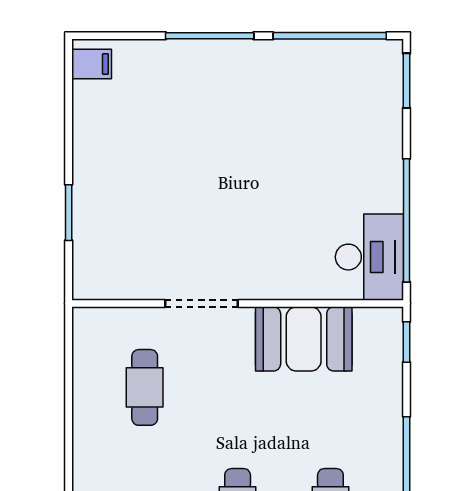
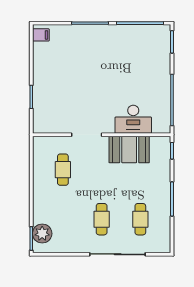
desk: (369, 257) -> (133, 119), moved, turned 90

